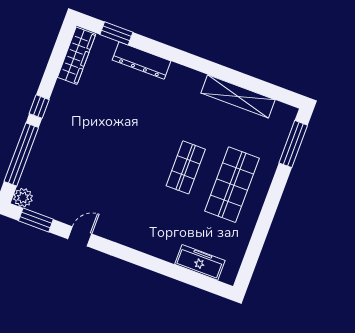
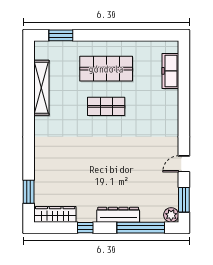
dresser: (142, 61) -> (118, 215), moved, turned -90
window: (39, 107) -> (85, 228), moved
window: (293, 144) -> (61, 35), width x0.69
door: (80, 236) -> (184, 164), hinge flipped

